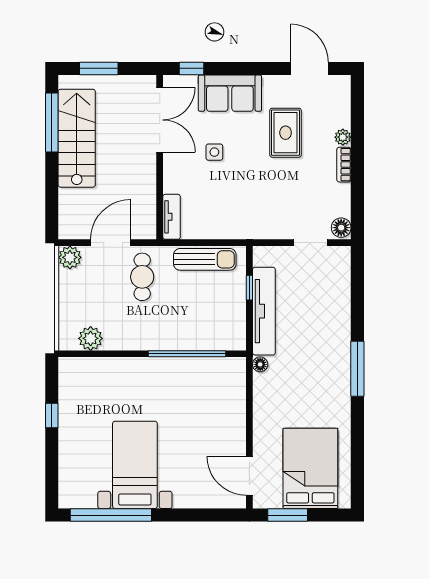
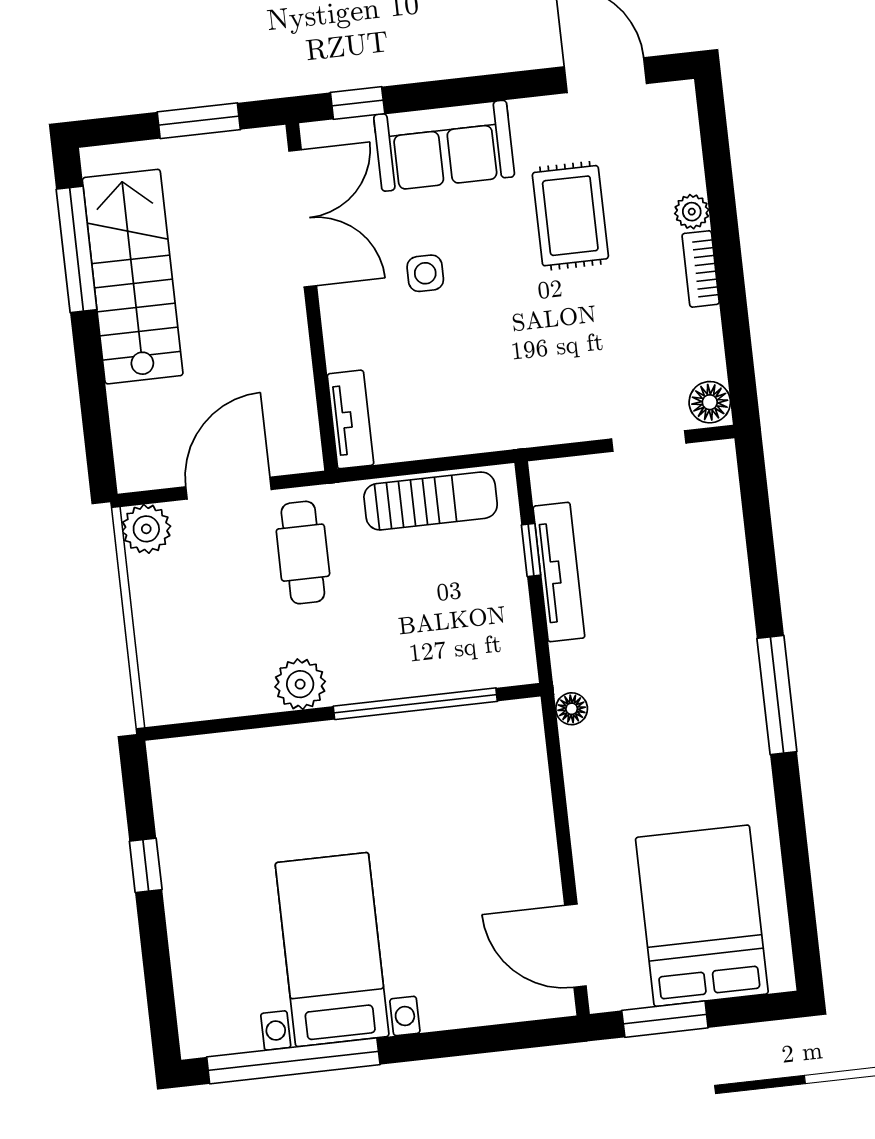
window: (99, 68) -> (199, 121), moved
tv unit: (264, 311) -> (559, 572), width x0.73, depth x0.78
plant: (91, 338) -> (300, 684), moved

